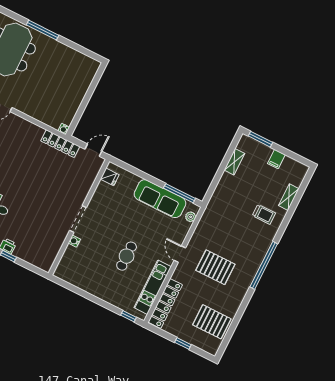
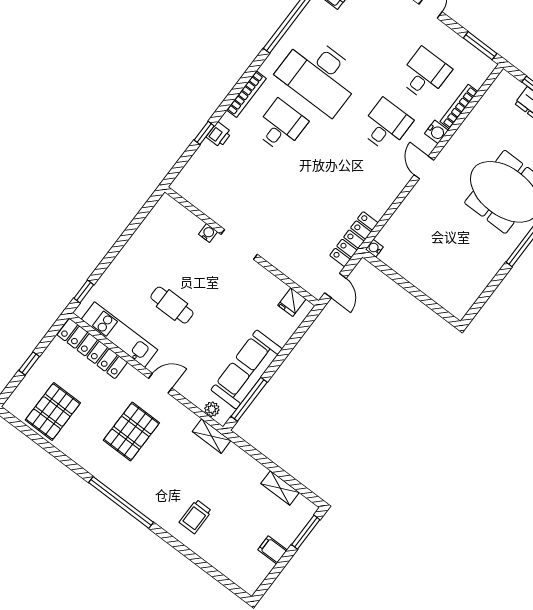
shelving: (289, 197) -> (212, 436), moved

